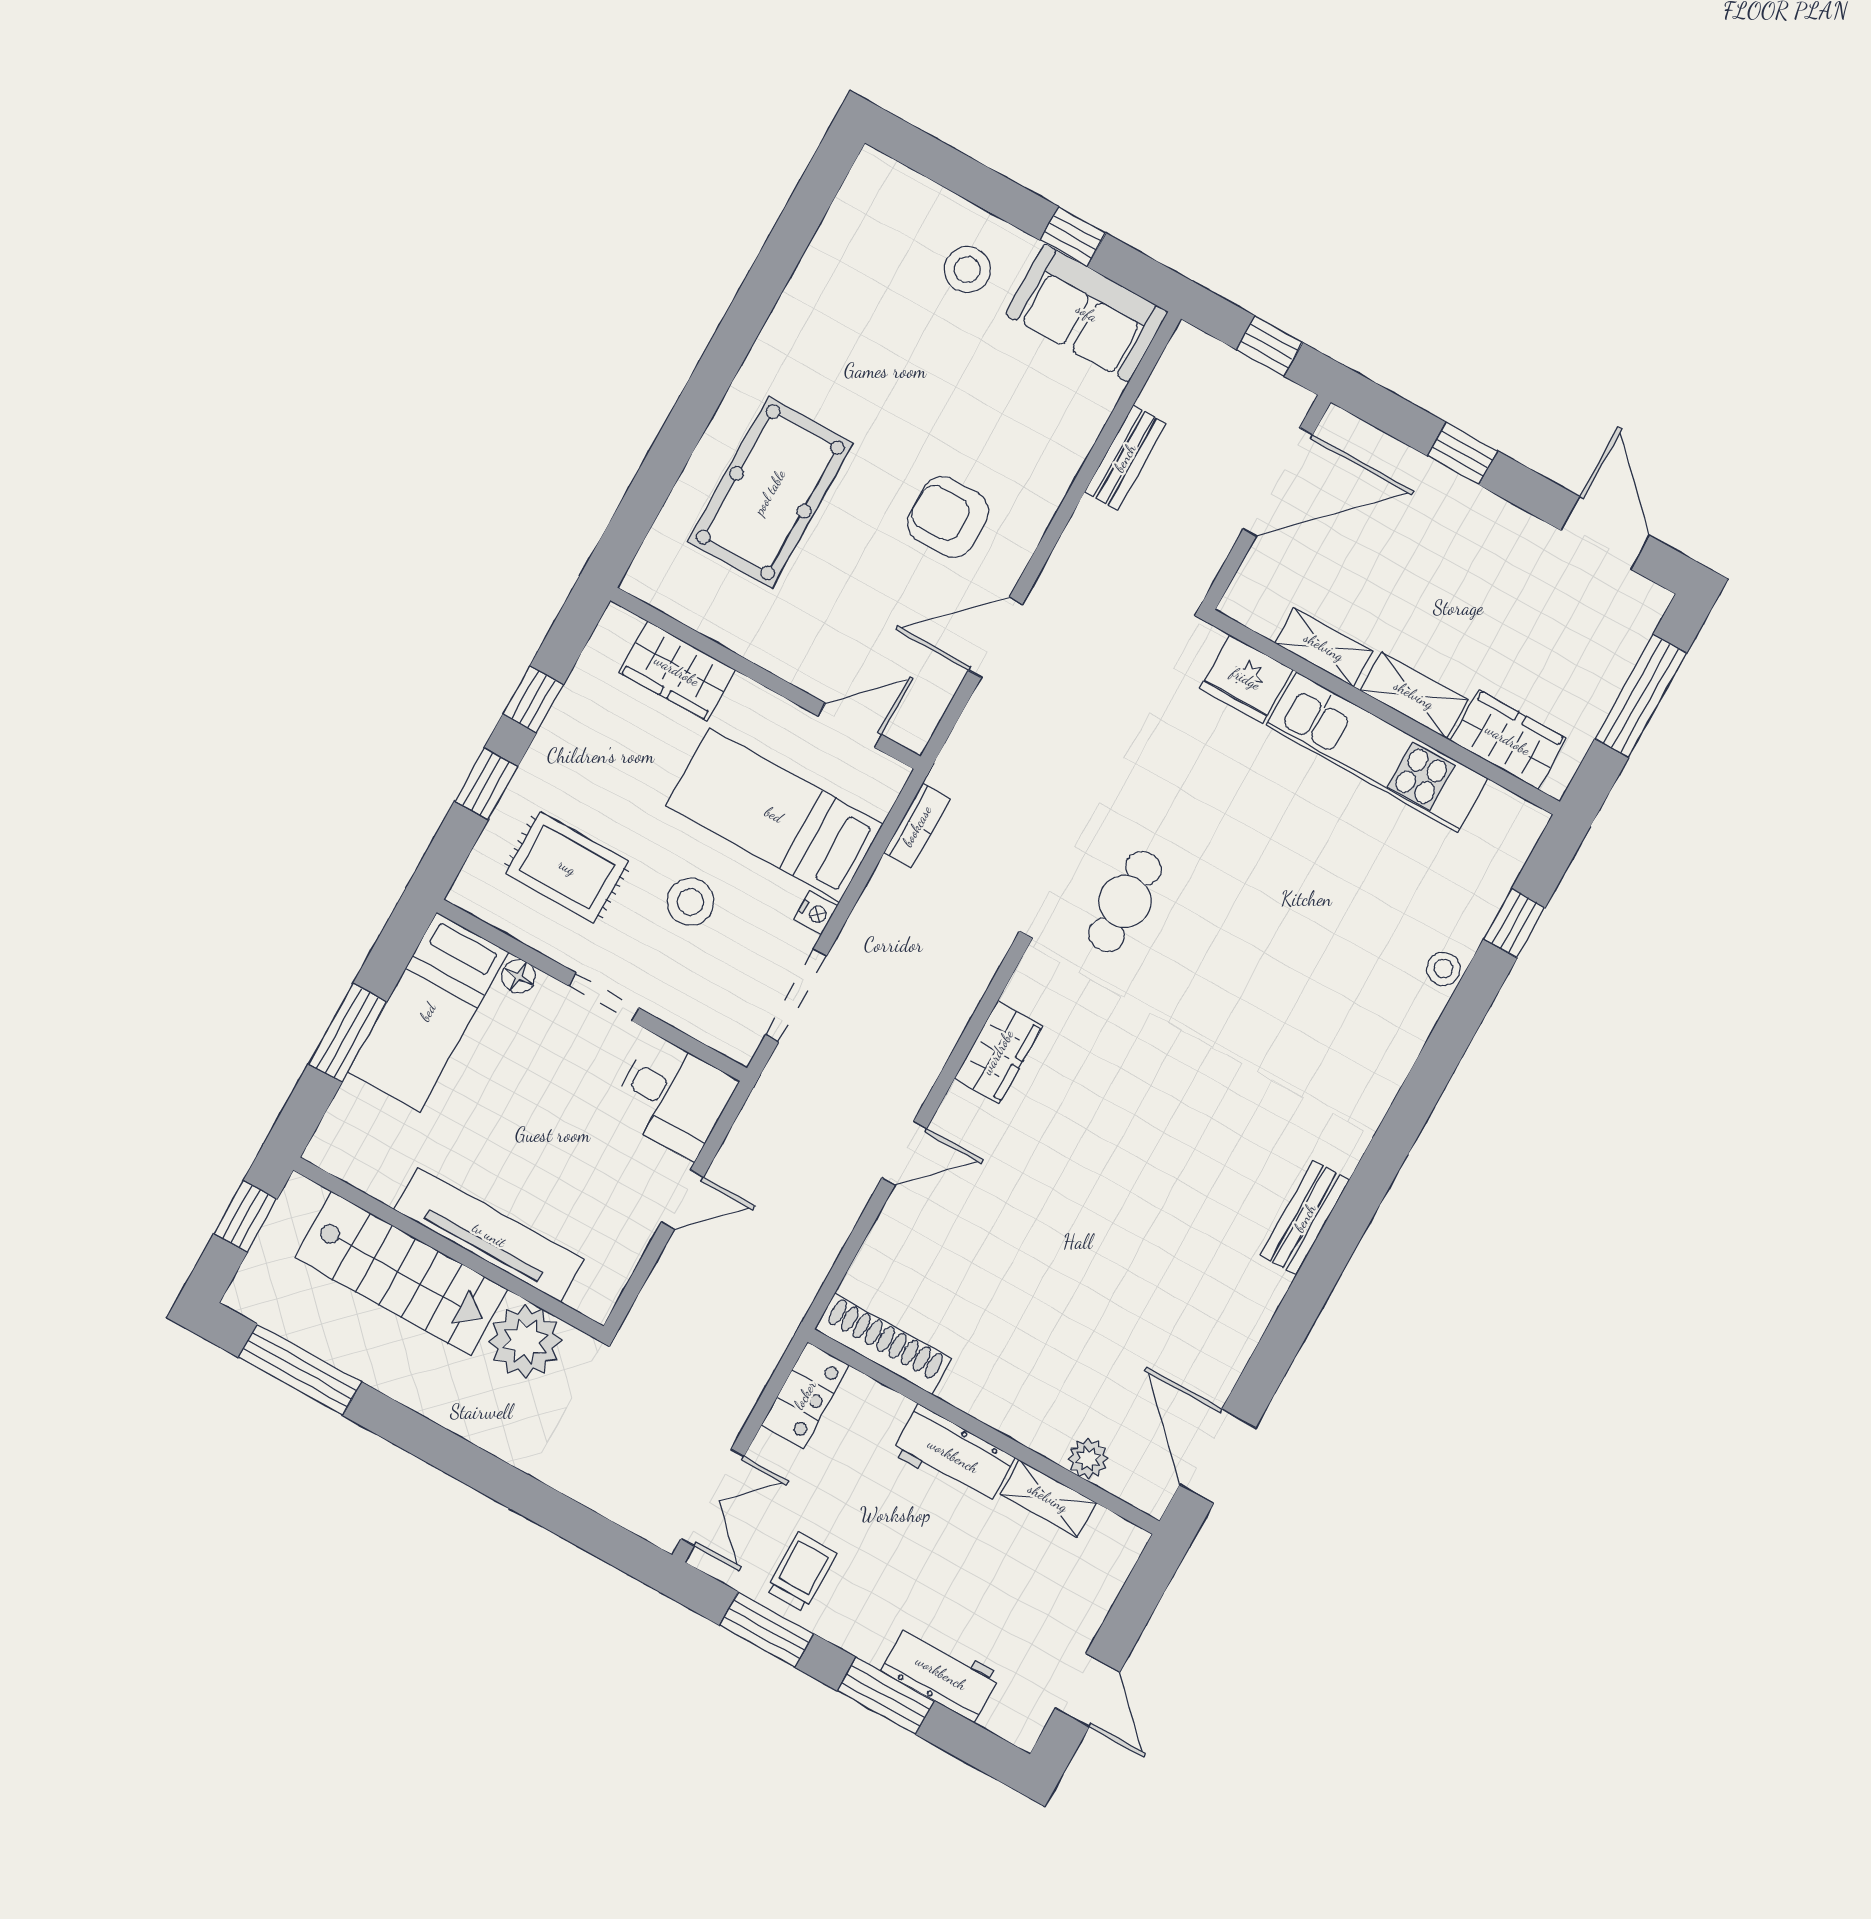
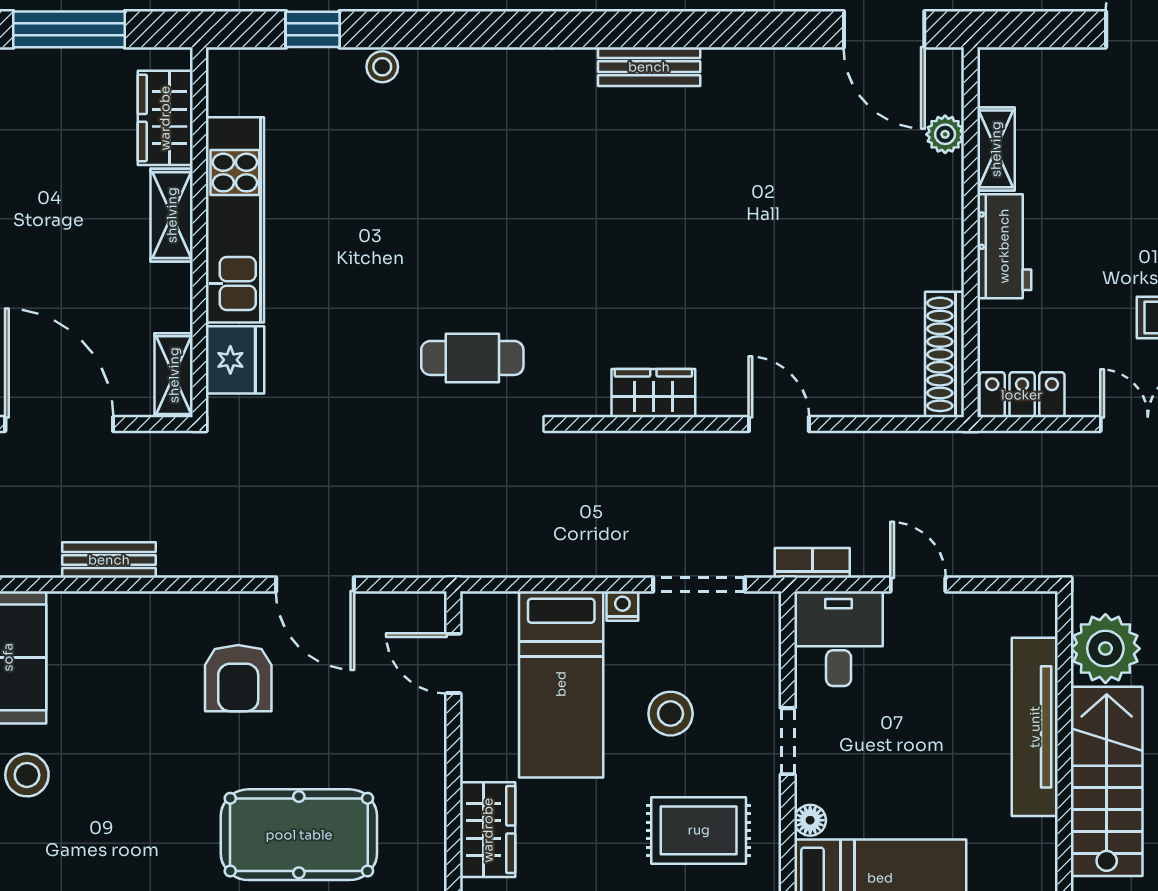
shelving: (1324, 647) -> (174, 375), moved
bookcase: (917, 826) -> (812, 563), moved
rug: (567, 867) -> (699, 830), turned 90
door: (1218, 1456) -> (884, 29), hinge flipped

